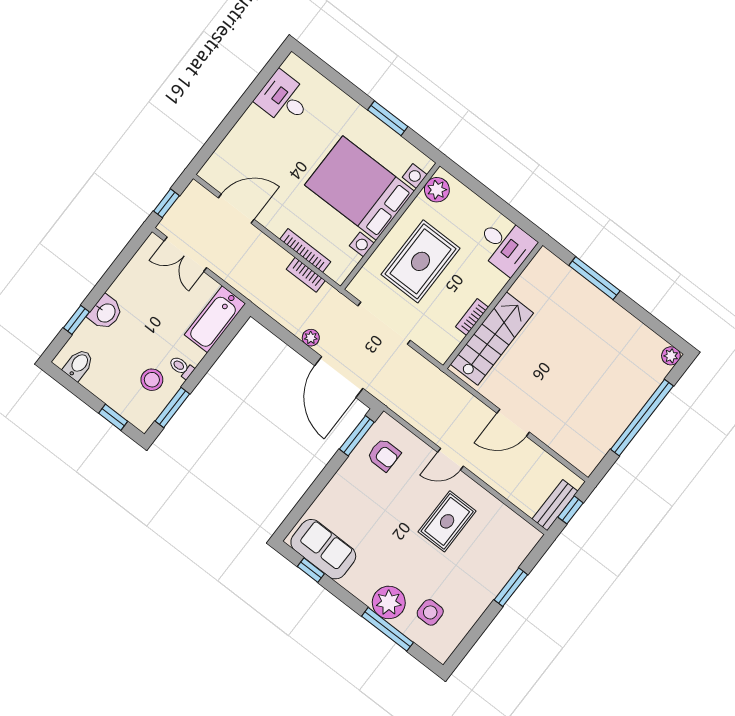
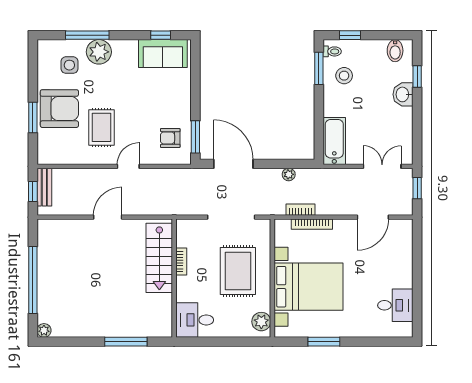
plant: (311, 338) -> (289, 174), moved
toilet: (181, 367) -> (332, 51), moved
armchair: (476, 575) -> (59, 109), added

